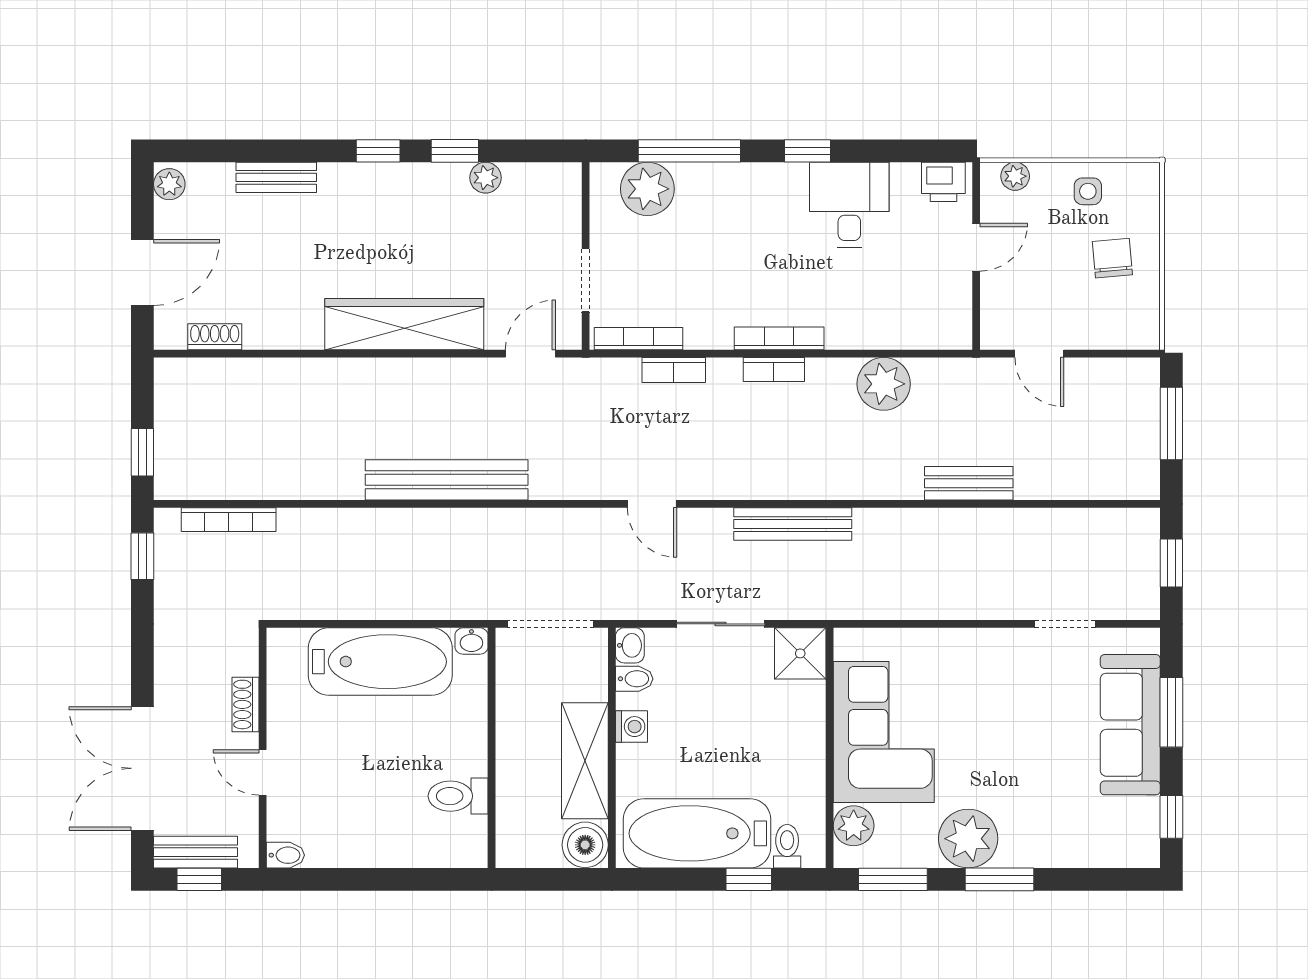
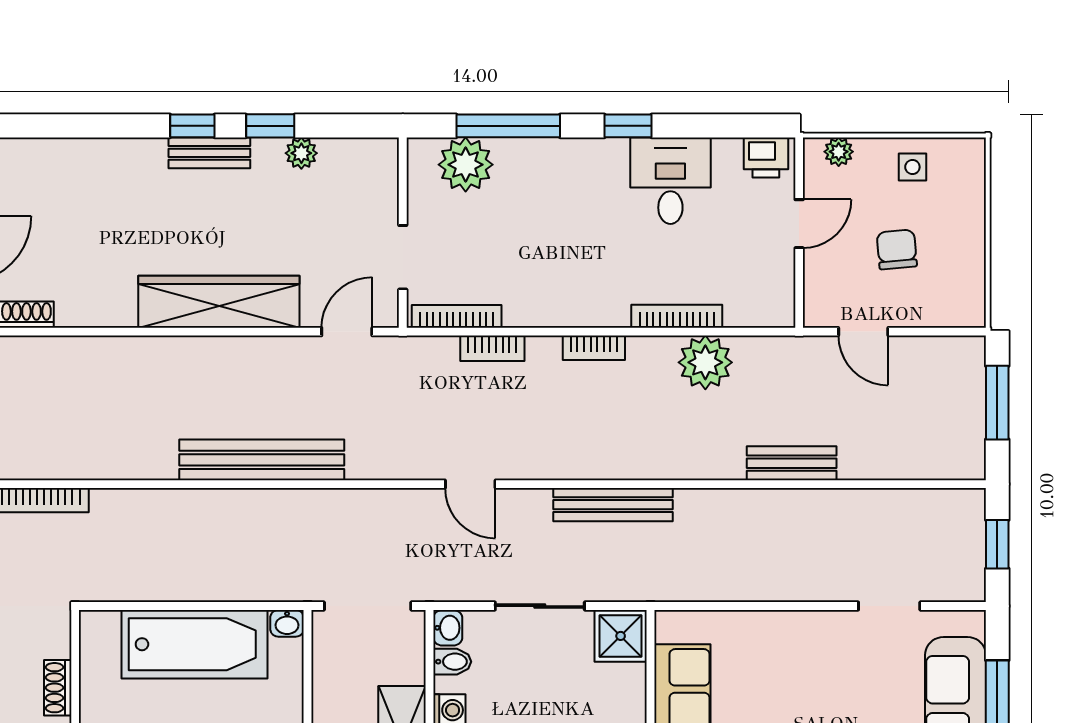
bench: (276, 177) -> (209, 153), moved
chair: (1112, 258) -> (897, 249), moved
bookcase: (779, 338) -> (677, 316), moved

